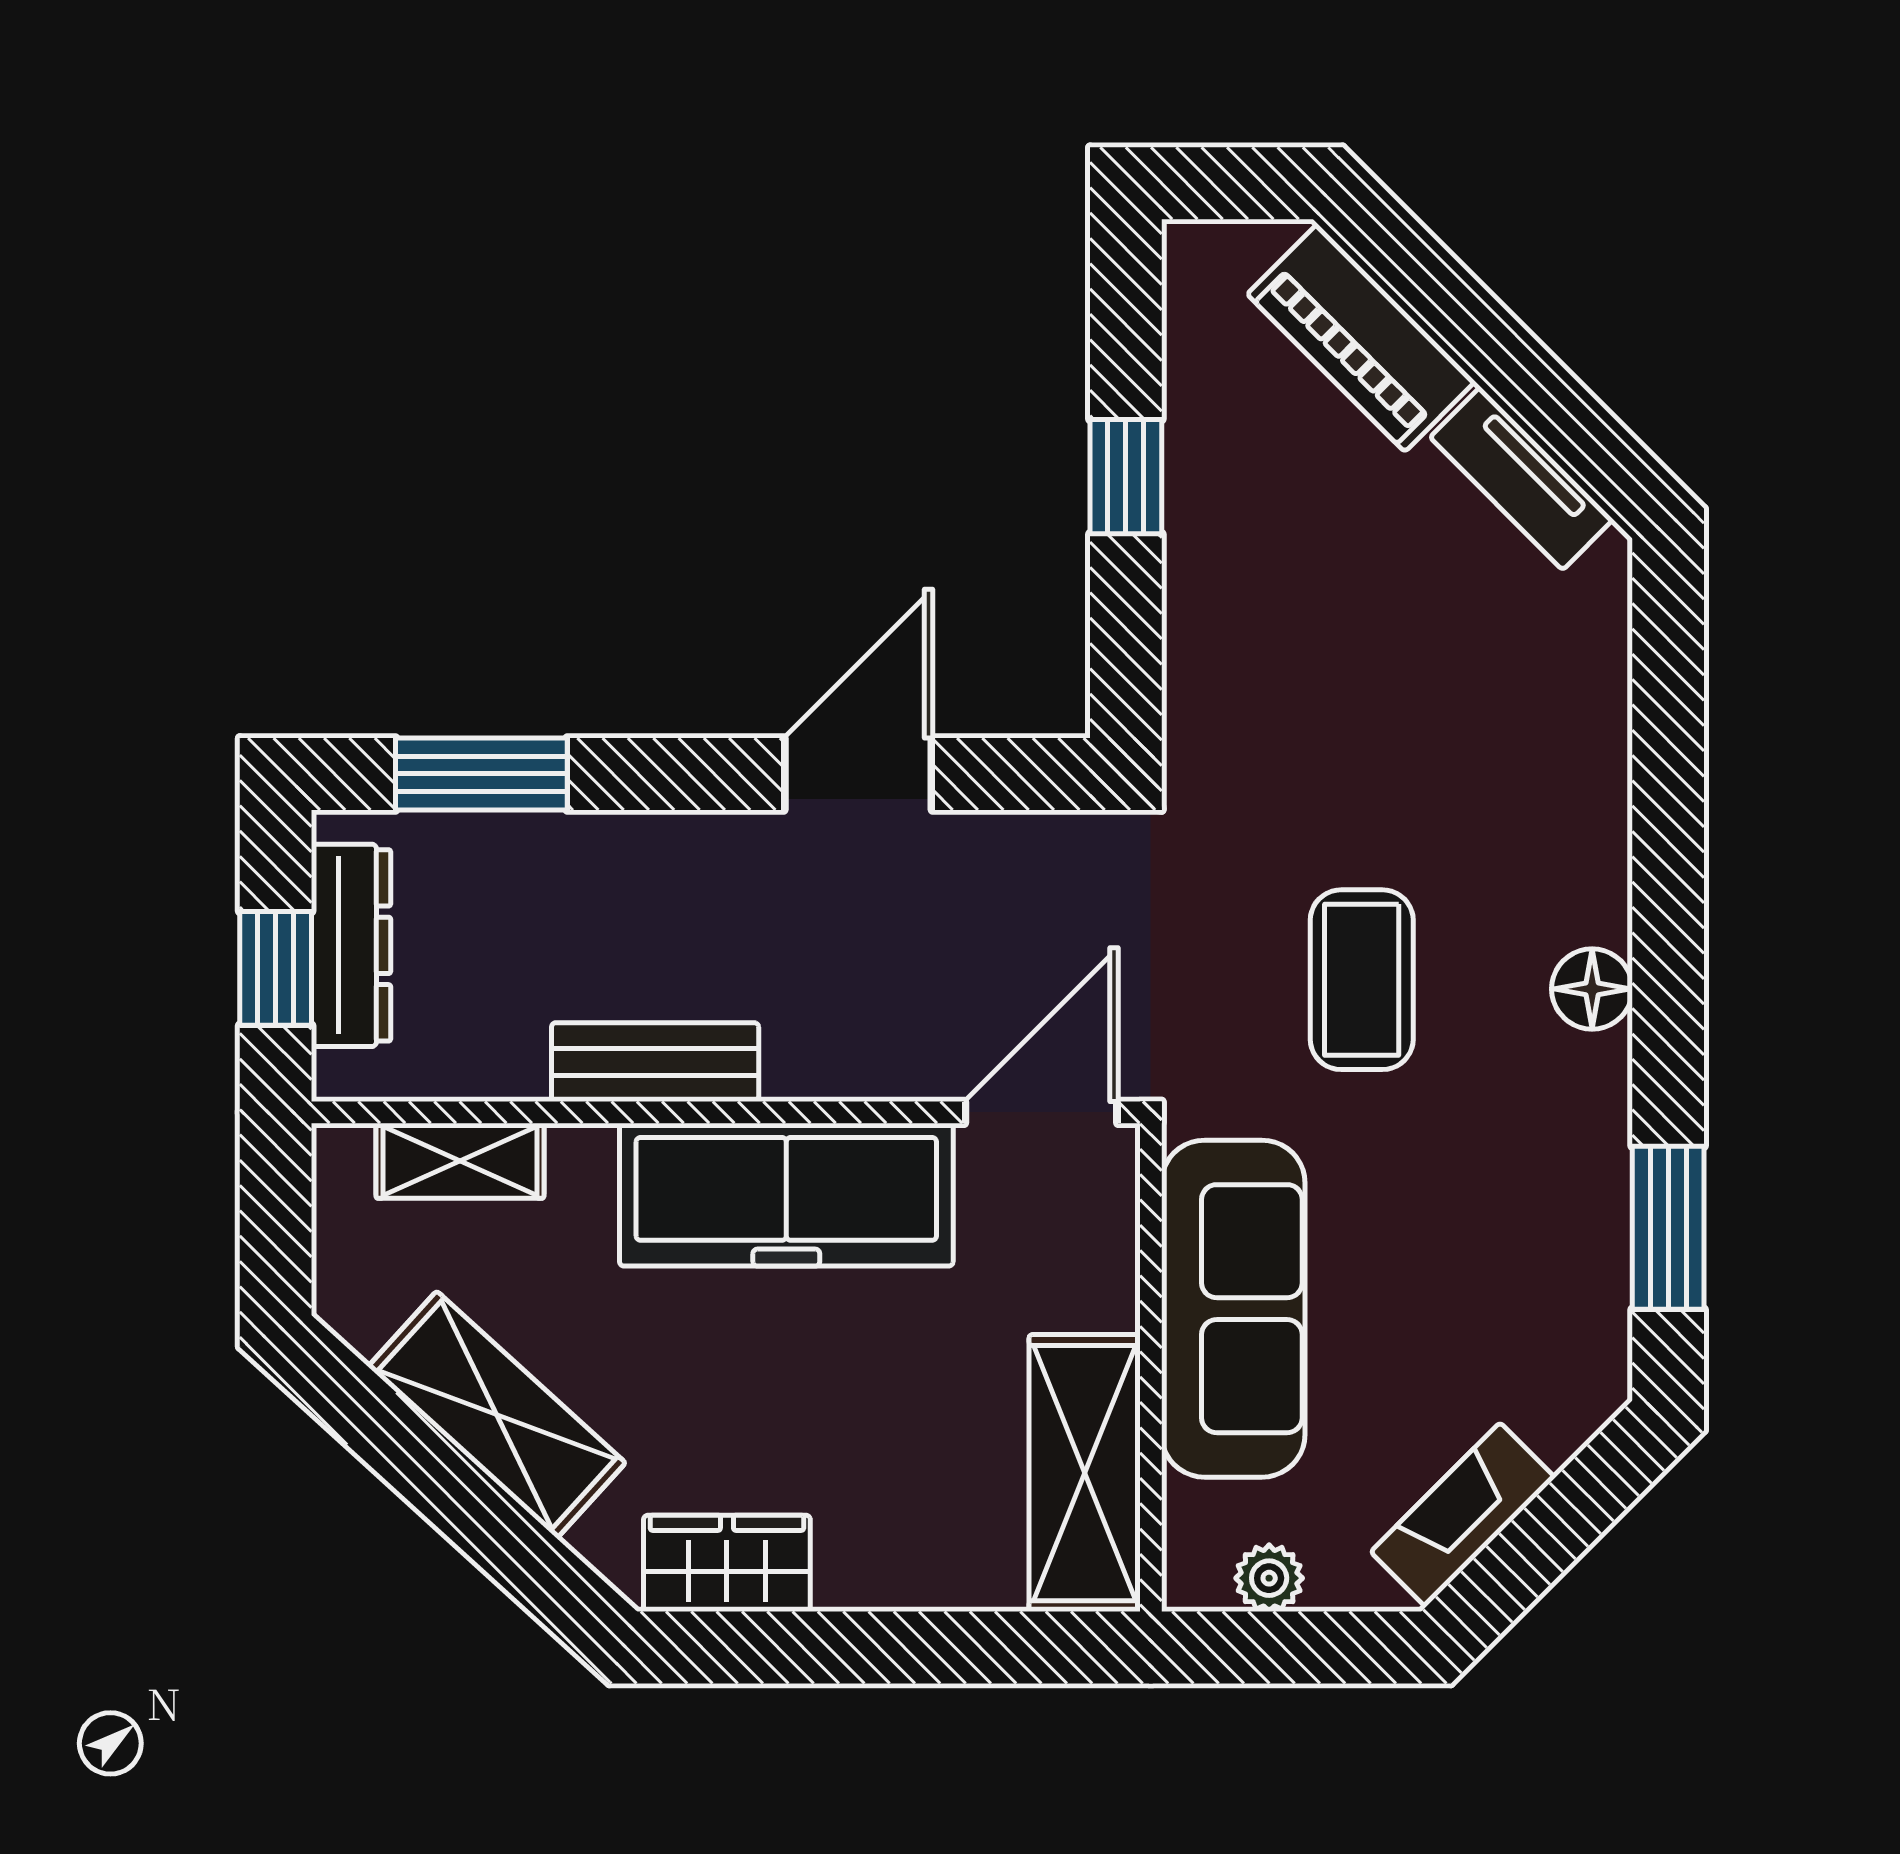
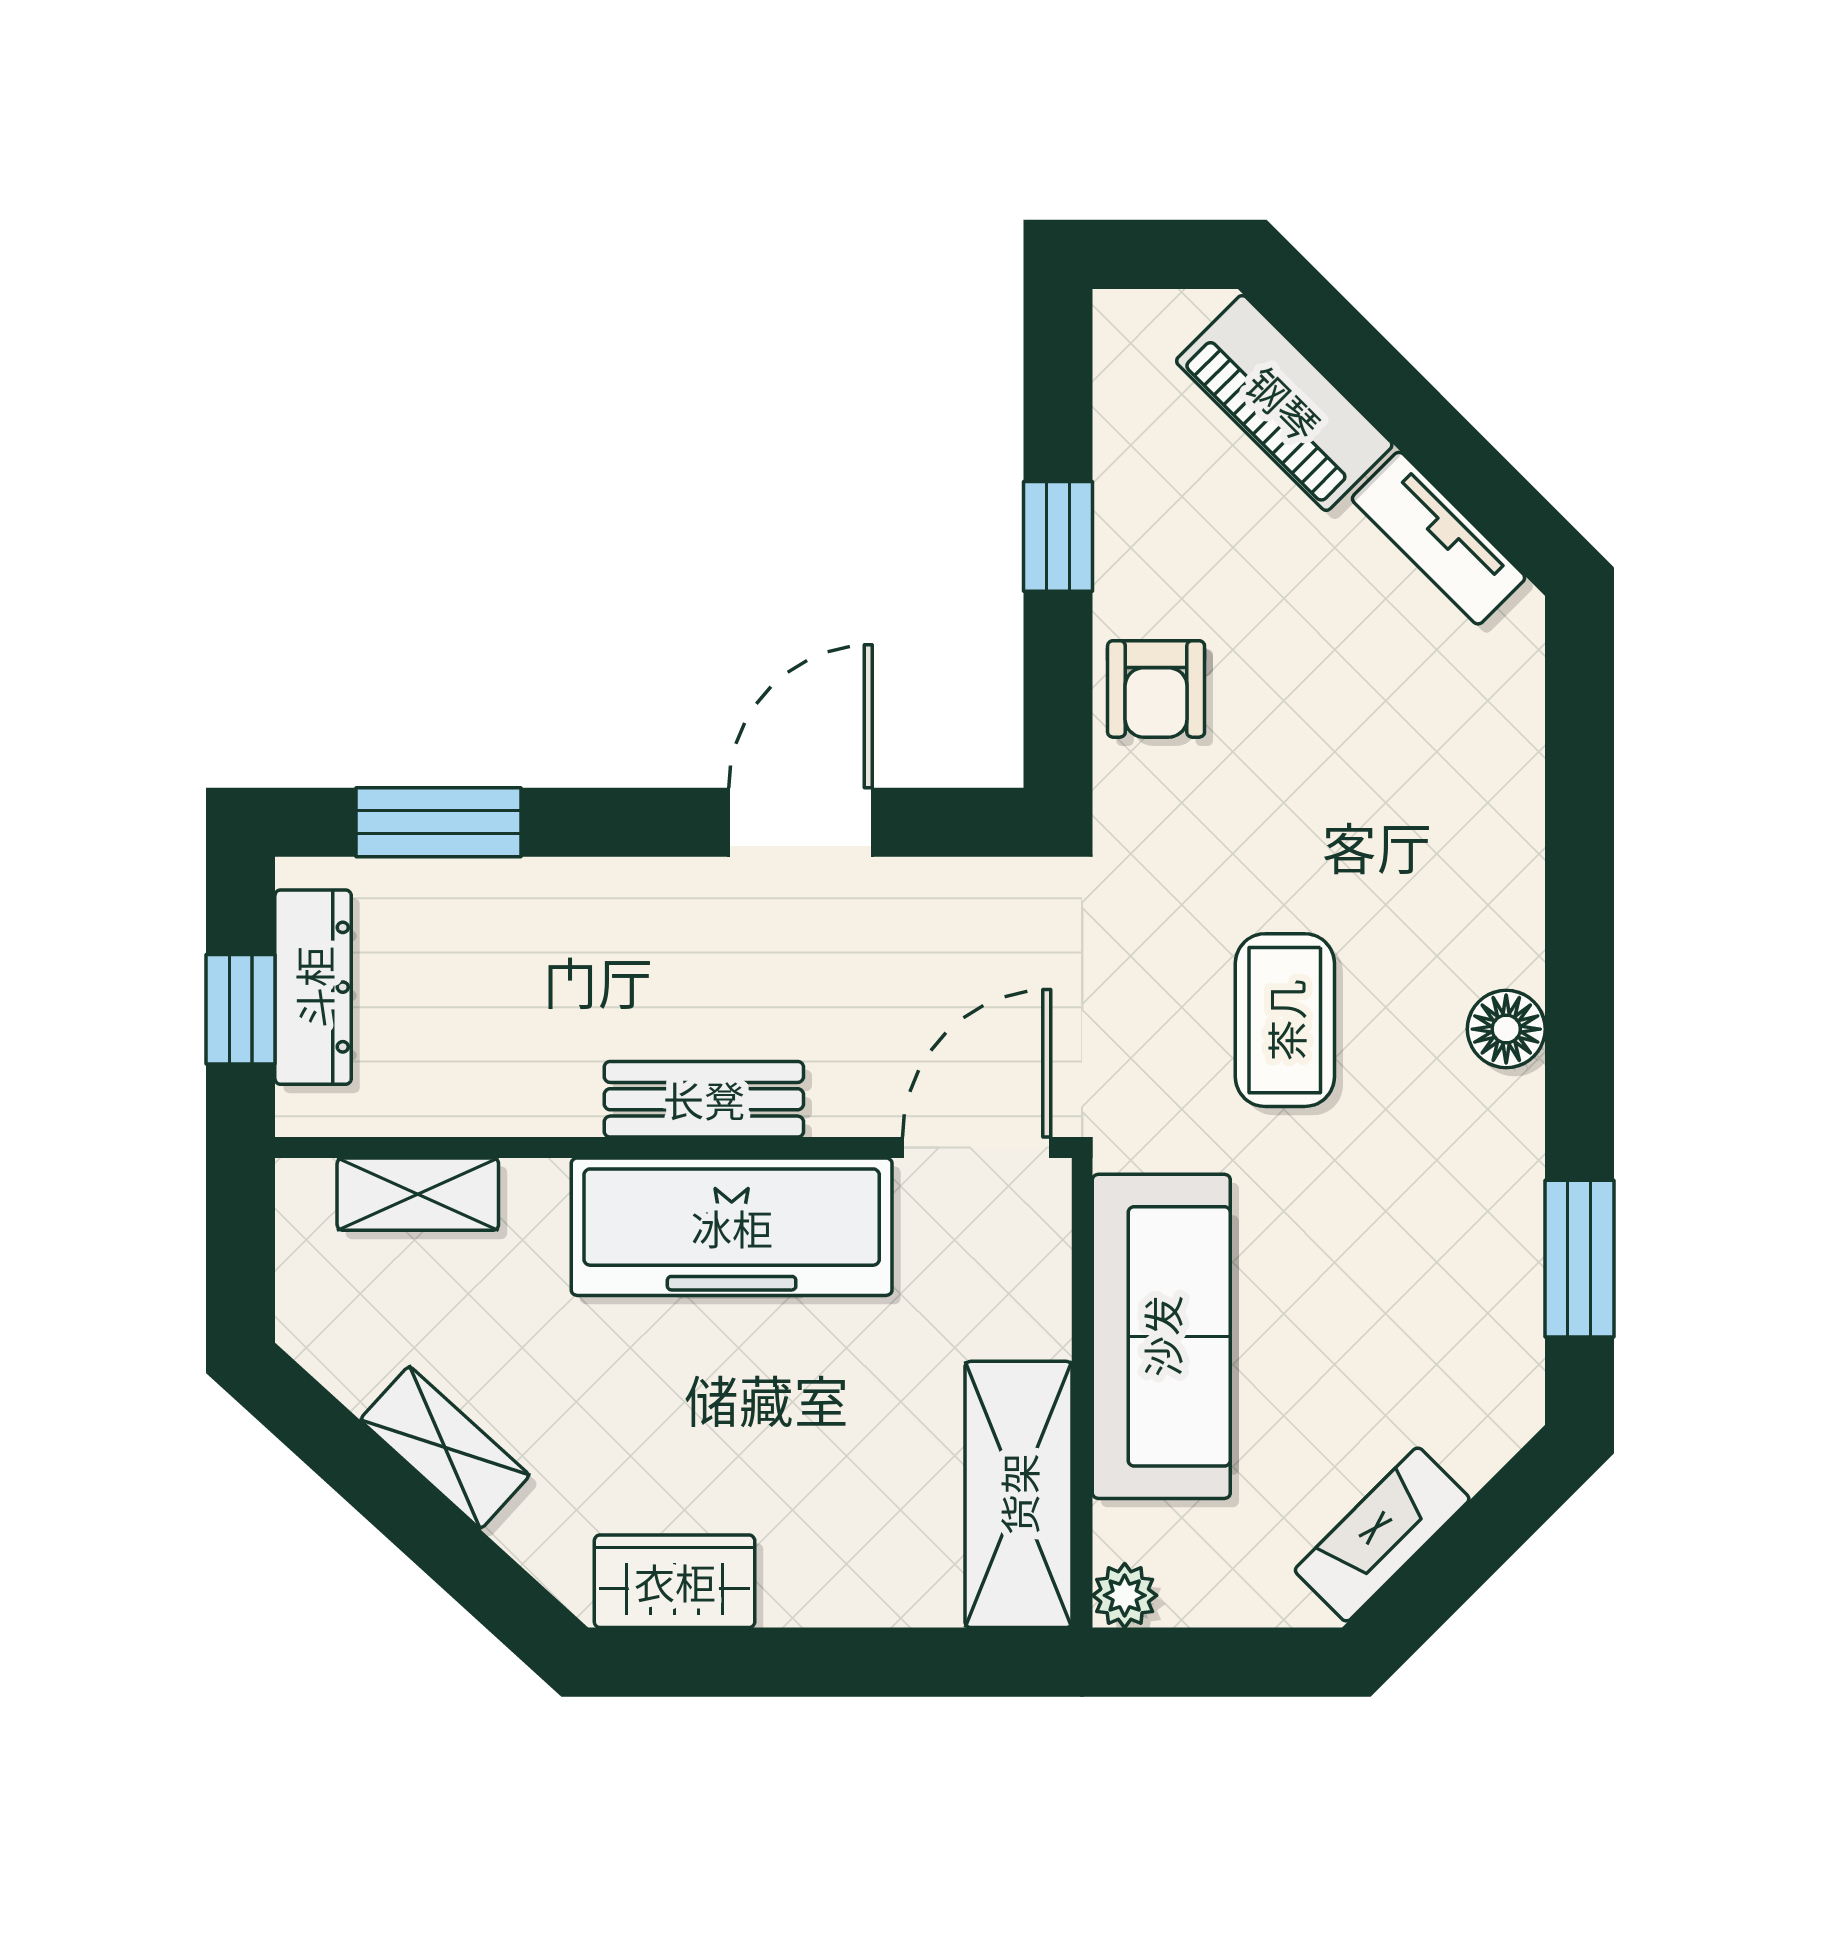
armchair: (1228, 635) -> (1156, 689), added
bench: (655, 1062) -> (704, 1099), moved
shelving: (497, 1415) -> (445, 1447), width x0.67, depth x0.75
plant: (1269, 1578) -> (1125, 1595), moved

